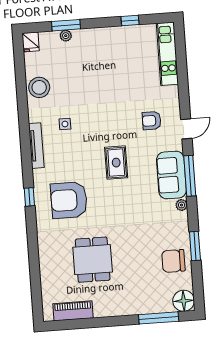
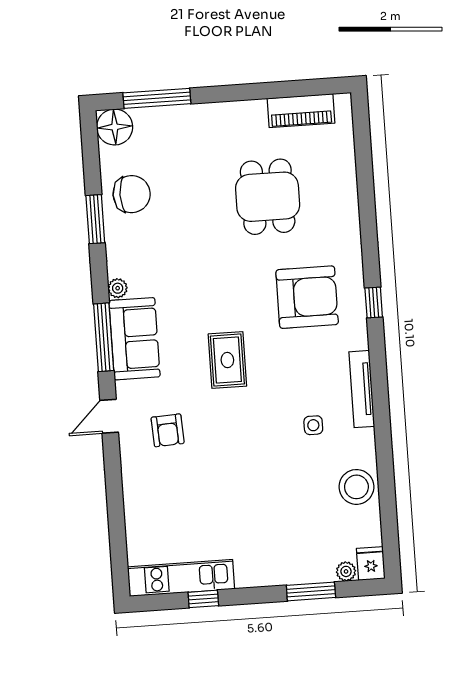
plant: (66, 36) -> (346, 571), moved
kitchen unit: (167, 54) -> (181, 578), moved, turned -90
armchair: (152, 121) -> (168, 430), turned 87

